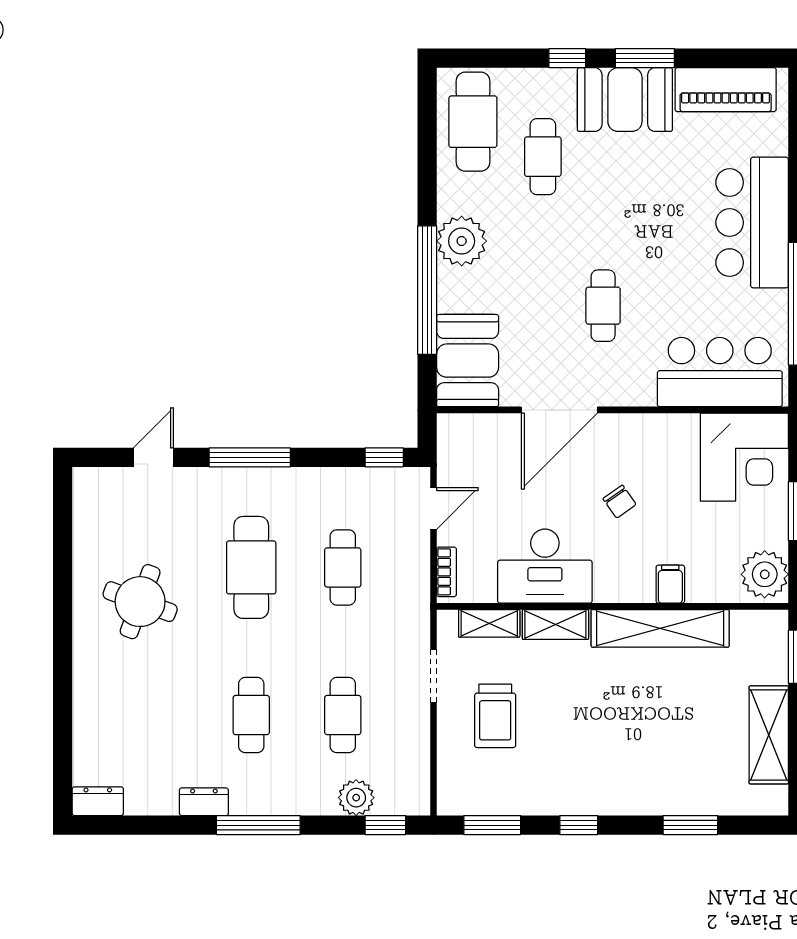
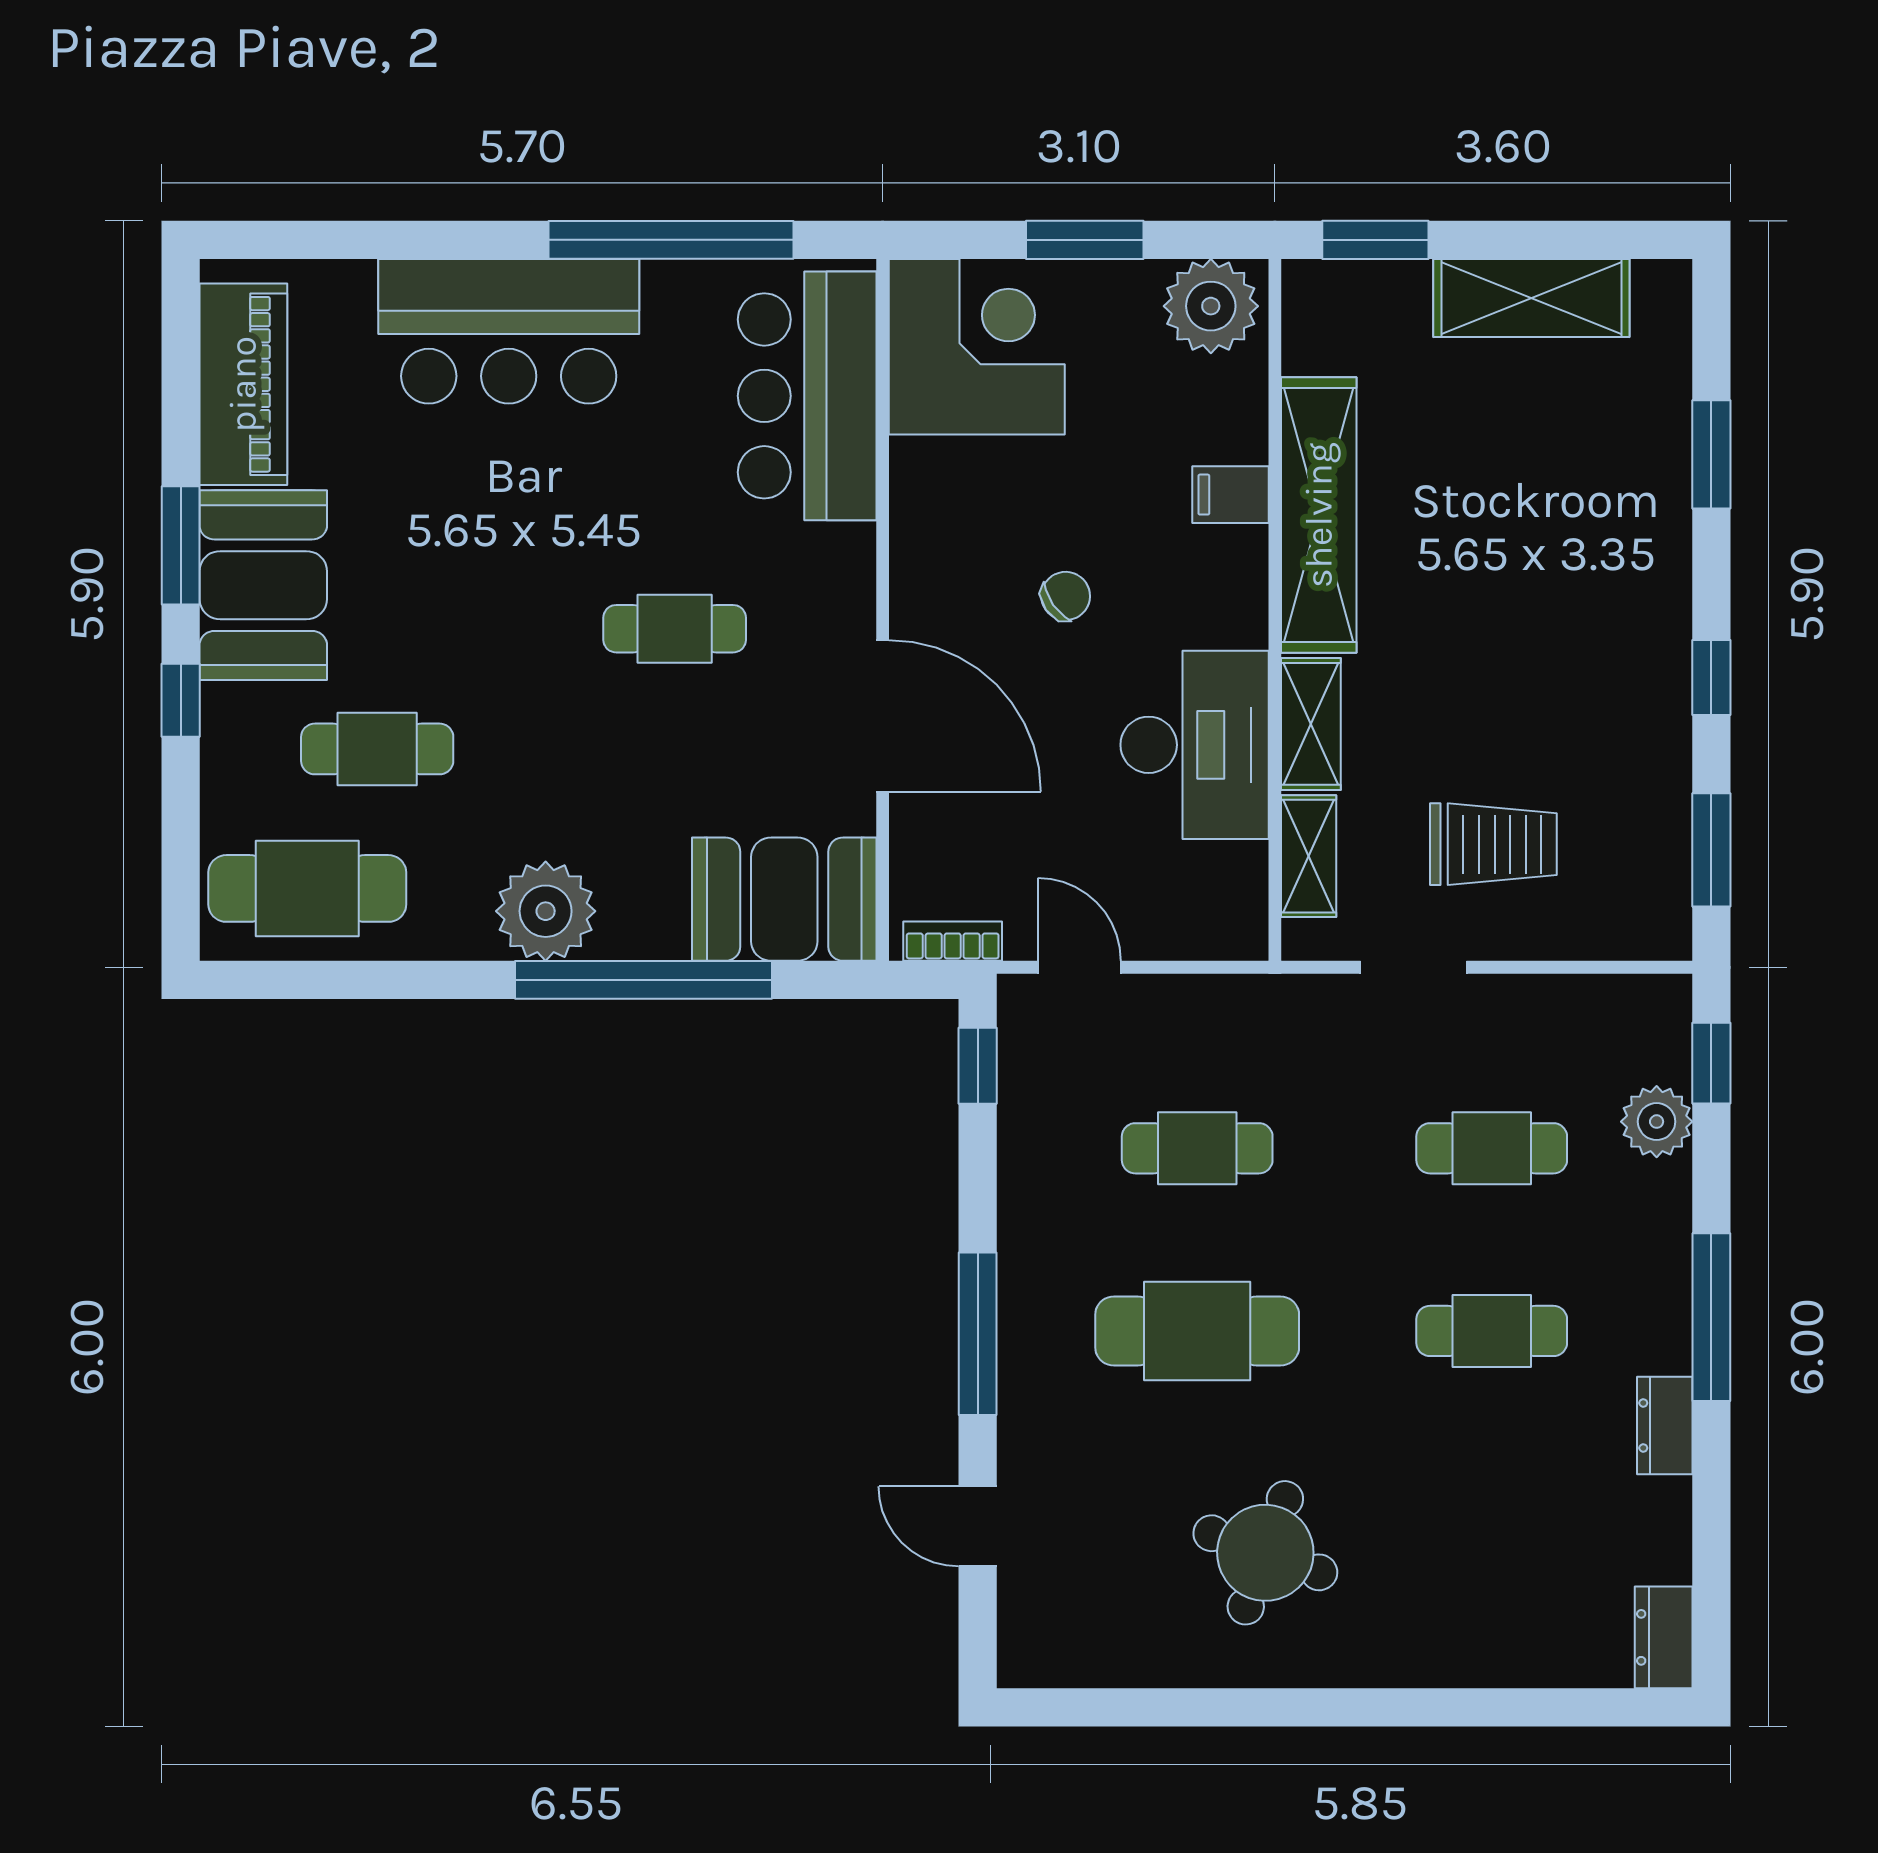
bookcase: (447, 572) -> (953, 941), moved

